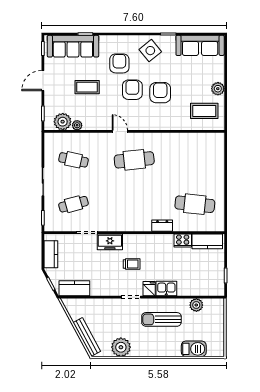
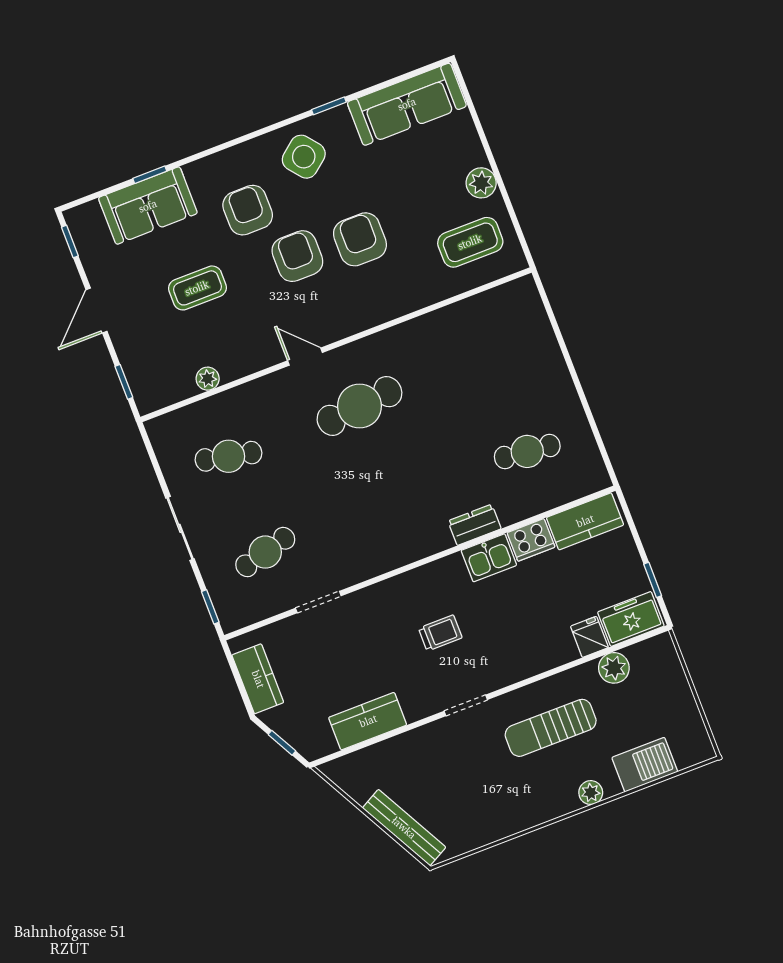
sofa: (73, 46) -> (148, 206), width x0.73
plant: (63, 122) -> (173, 383), removed
cafe table: (195, 204) -> (527, 451), width x0.73, depth x0.74
freezer: (110, 242) -> (631, 619), moved, turned 180
kitchen counter: (74, 288) -> (368, 721), moved
fridge: (149, 289) -> (589, 637), moved
kitchen sink: (166, 289) -> (489, 558), moved, turned 180
plant: (121, 347) -> (591, 793), moved, width x0.53, depth x0.53

